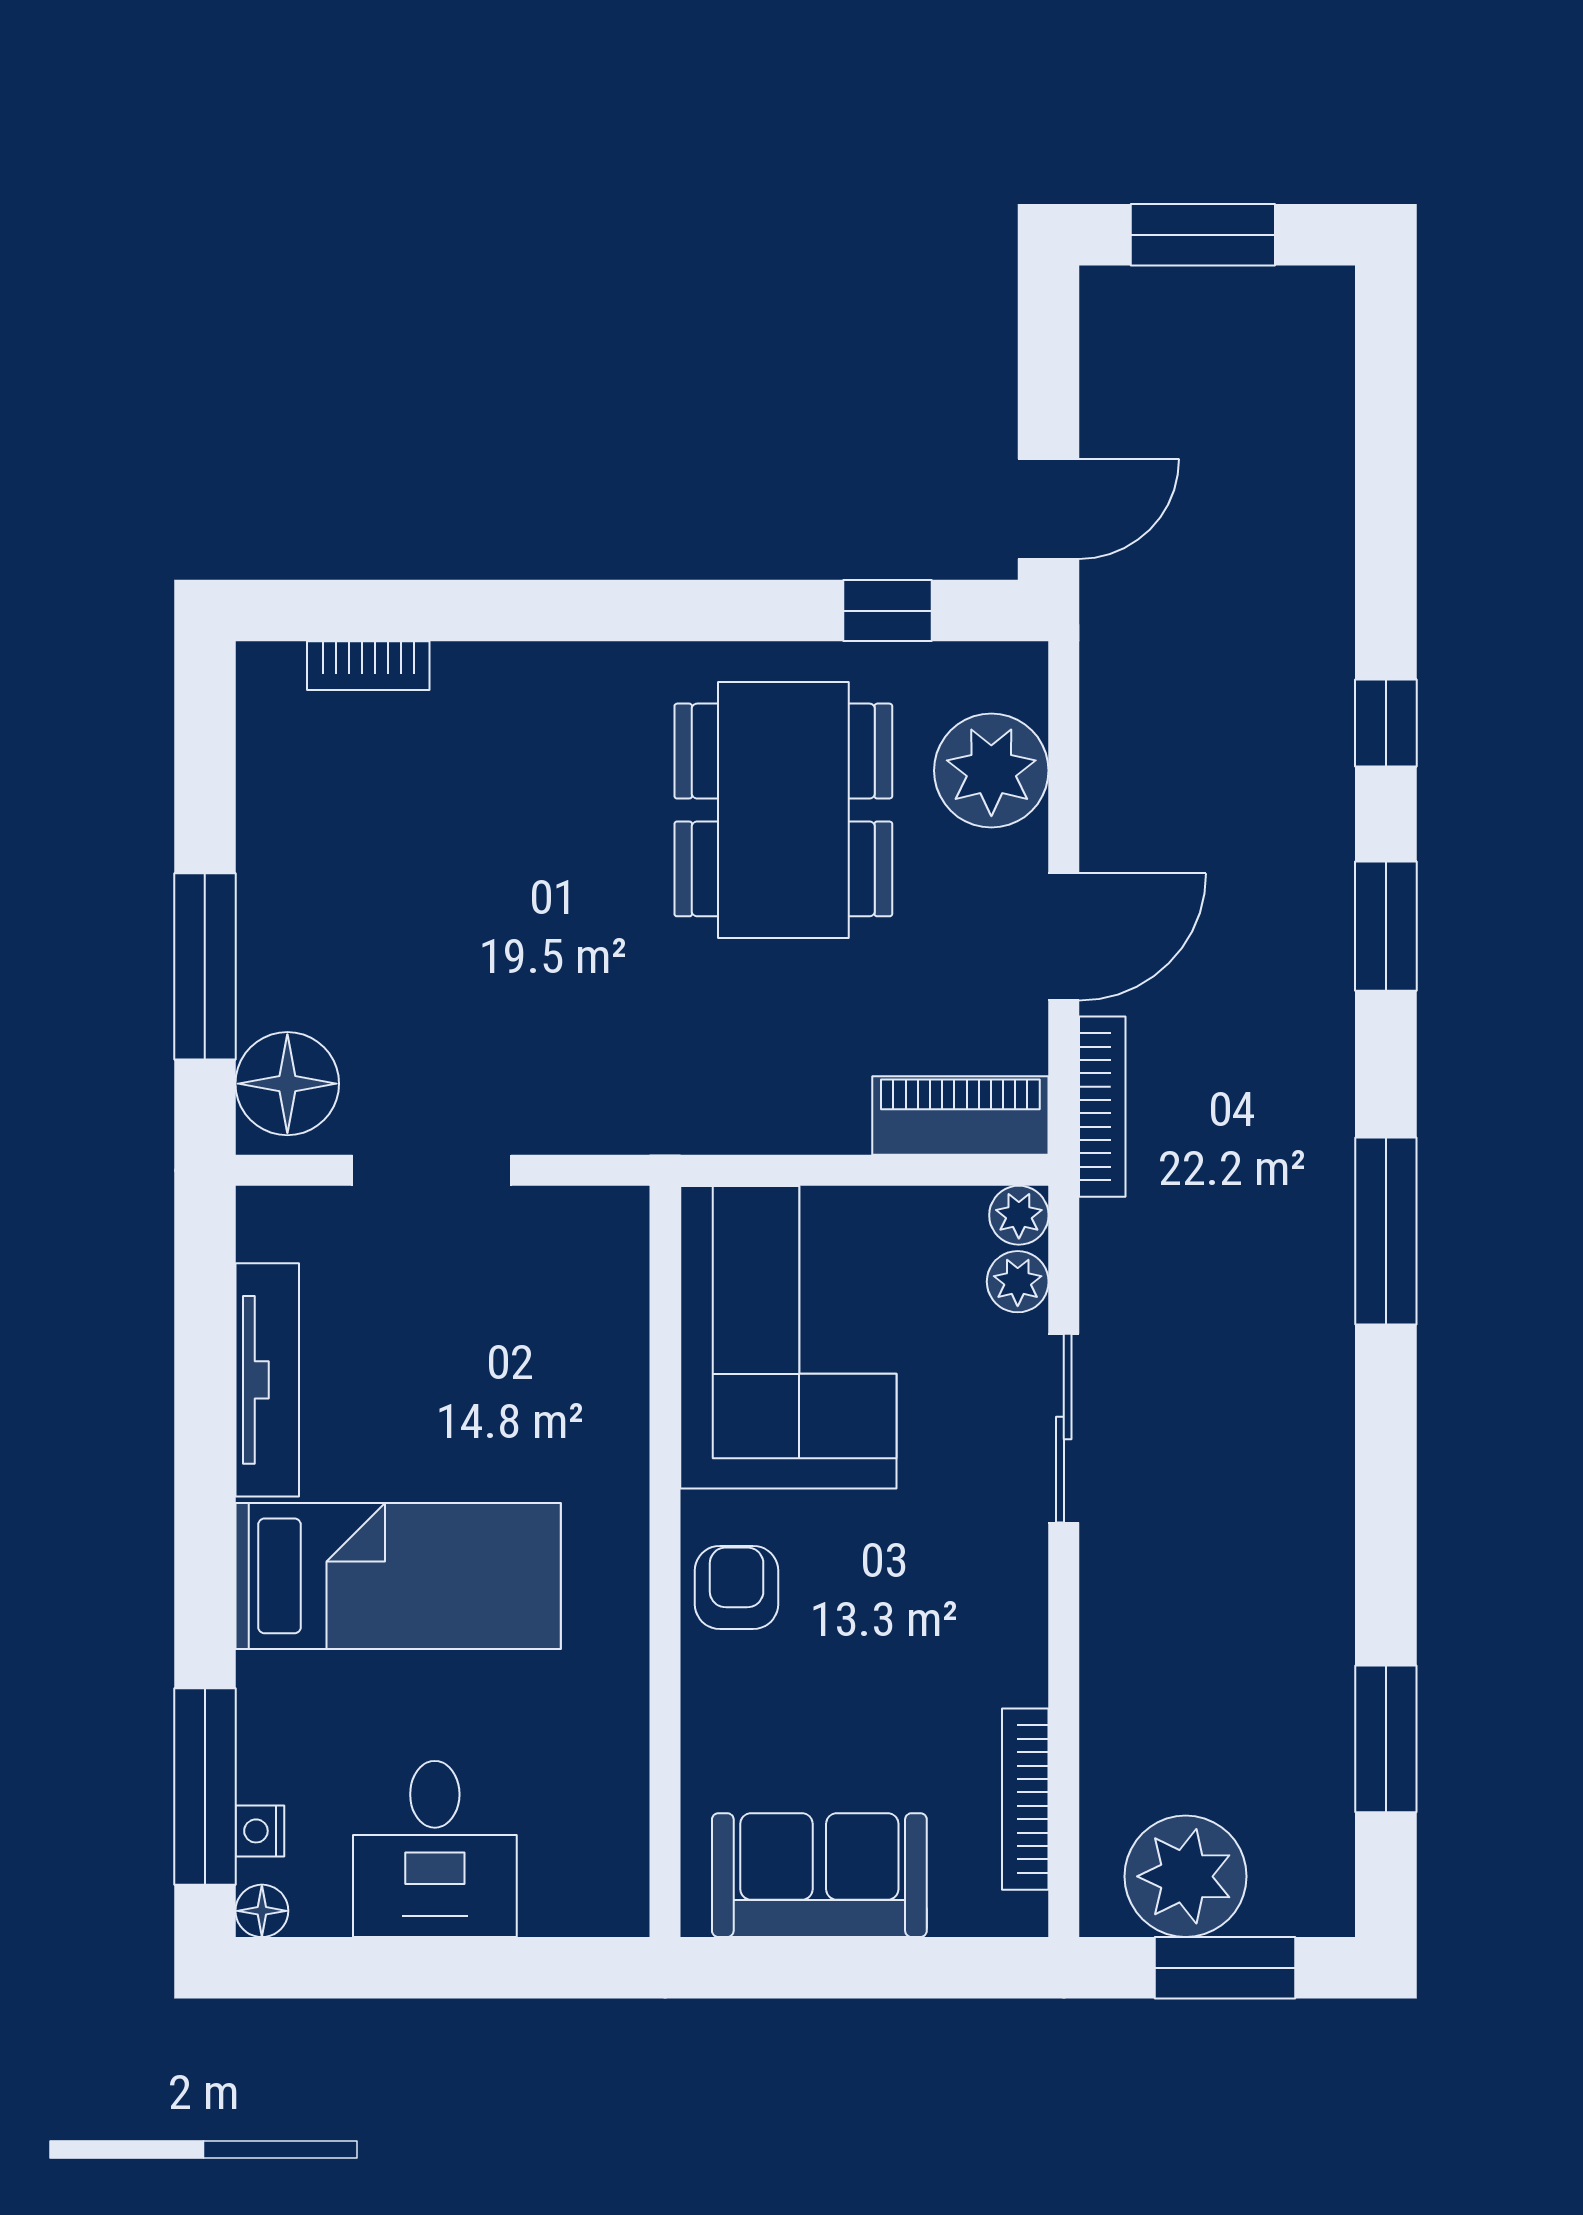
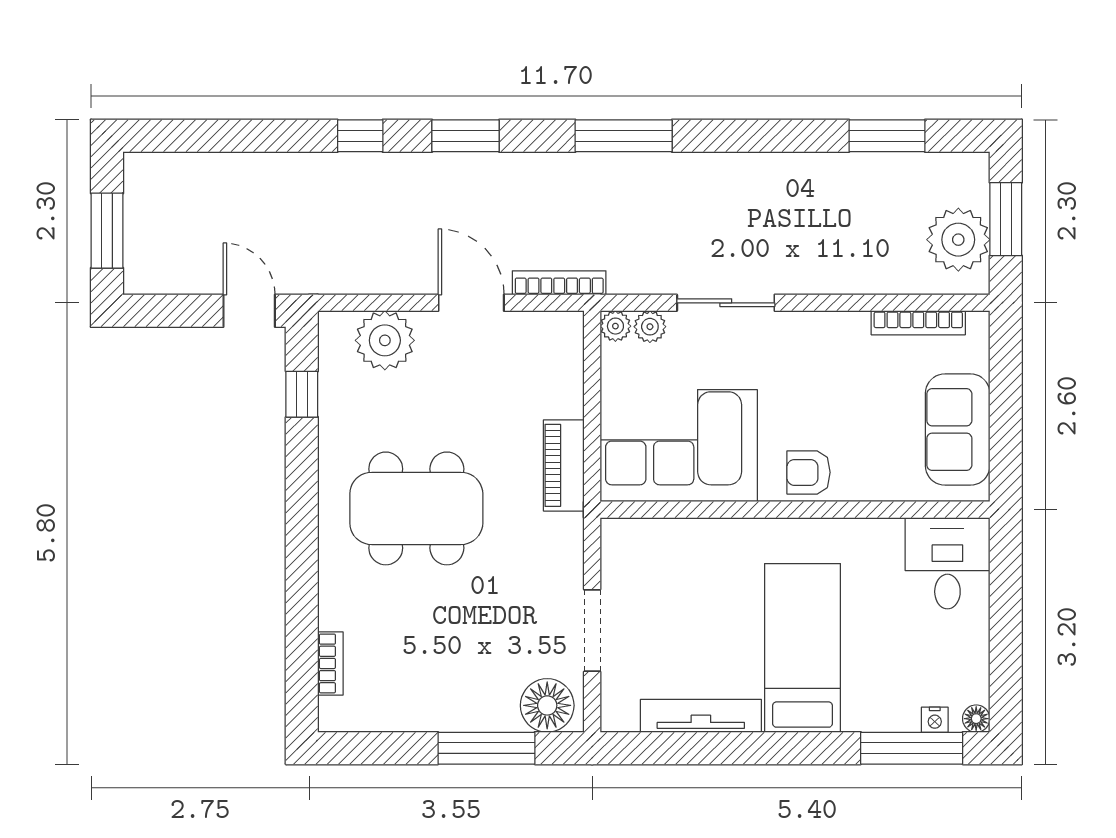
dining table: (783, 810) -> (416, 508), moved
piano: (960, 1116) -> (564, 465), moved
desk: (435, 1849) -> (947, 563), moved, turned -90

